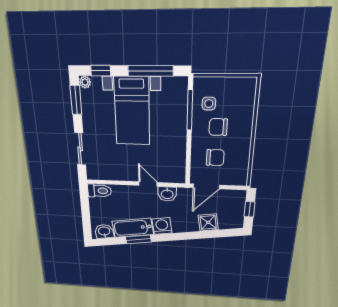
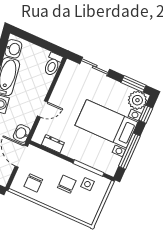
plant: (85, 82) -> (137, 100), width x1.88, depth x1.88
chair: (215, 158) -> (33, 183), moved
dresser: (179, 160) -> (53, 144), added
washbasin: (167, 194) -> (22, 133), moved

